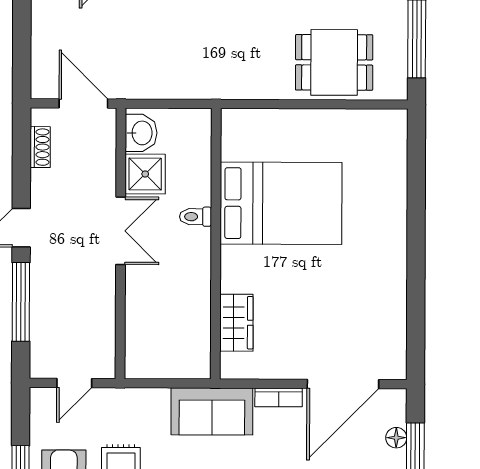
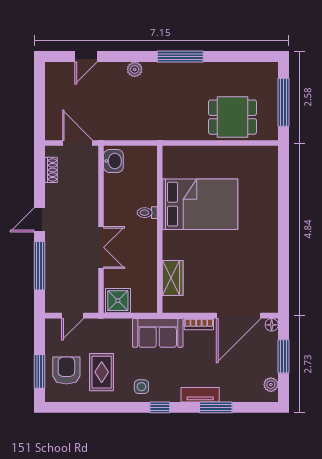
shower: (145, 174) -> (118, 301), moved
double door: (121, 231) -> (101, 247), moved
floor lamp: (396, 438) -> (272, 325), moved

